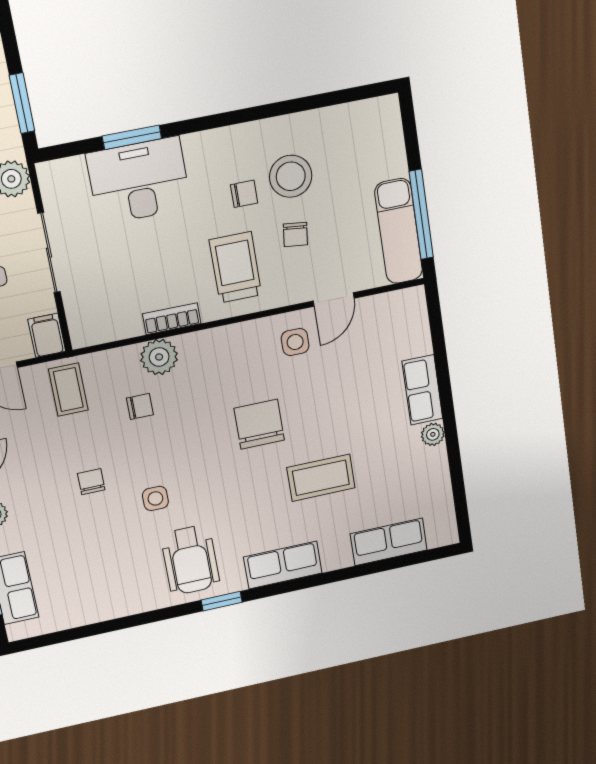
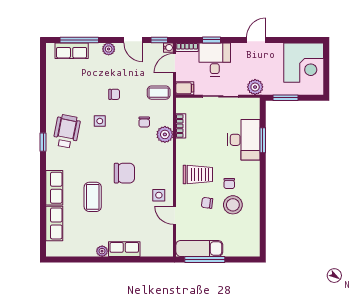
bookcase: (172, 319) -> (181, 126), moved
wheelchair: (190, 560) -> (67, 131), turned 101
row of seats: (283, 565) -> (54, 188), moved

